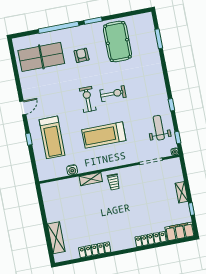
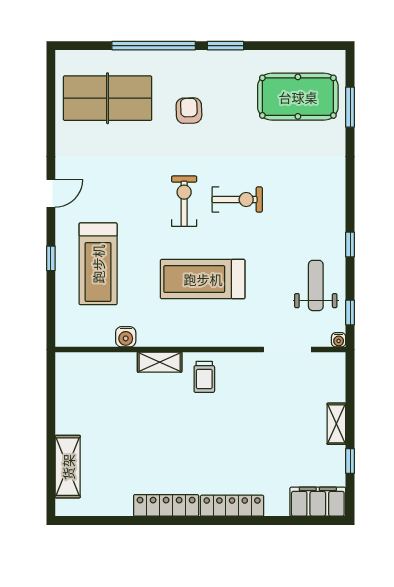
pool table: (117, 41) -> (298, 97), moved, turned 90
locker: (151, 239) -> (232, 506), moved
locker: (95, 250) -> (166, 505), moved

